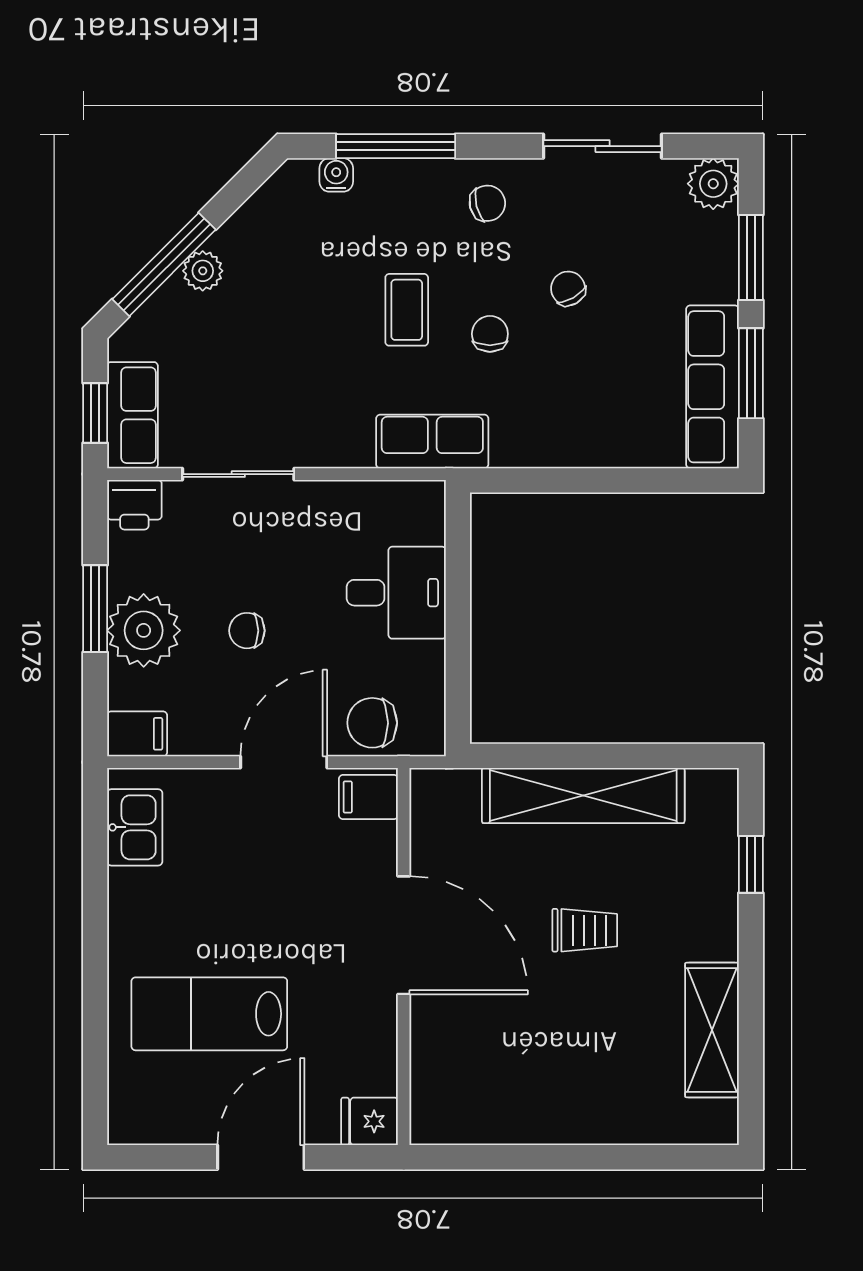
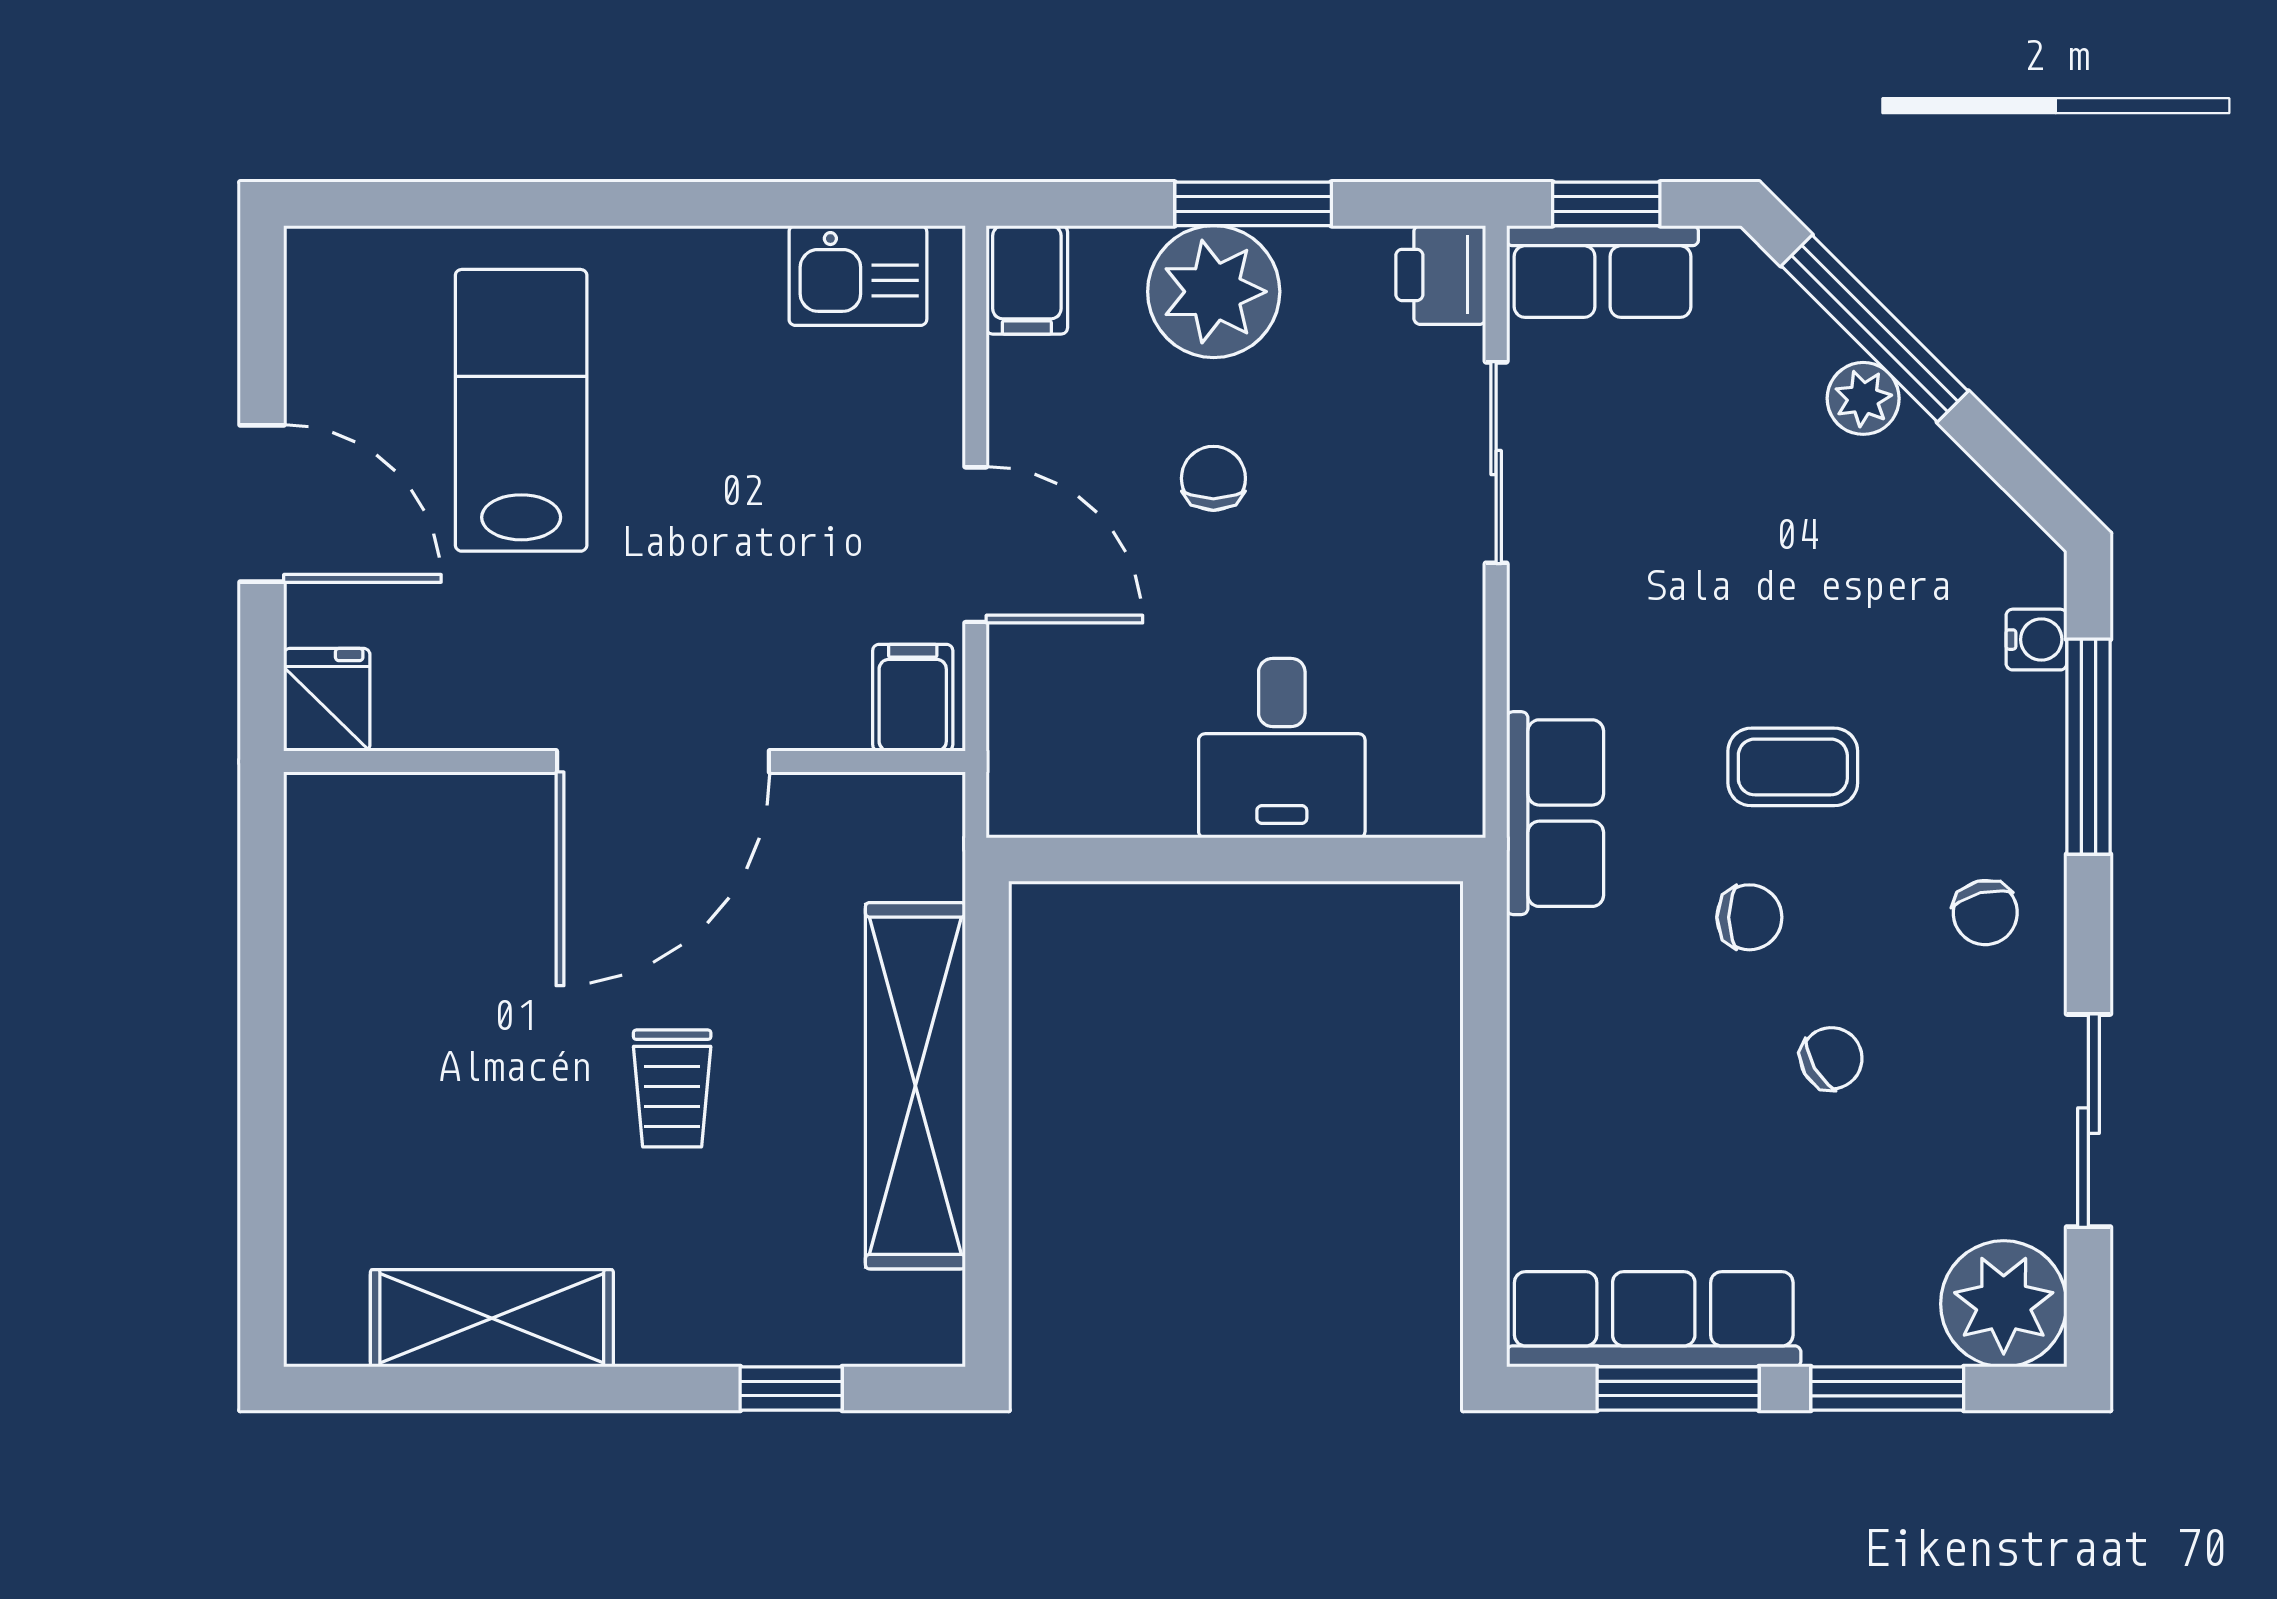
plant: (713, 184) -> (2004, 1304), width x1.36, depth x1.36
chair: (372, 723) -> (1047, 705), removed

